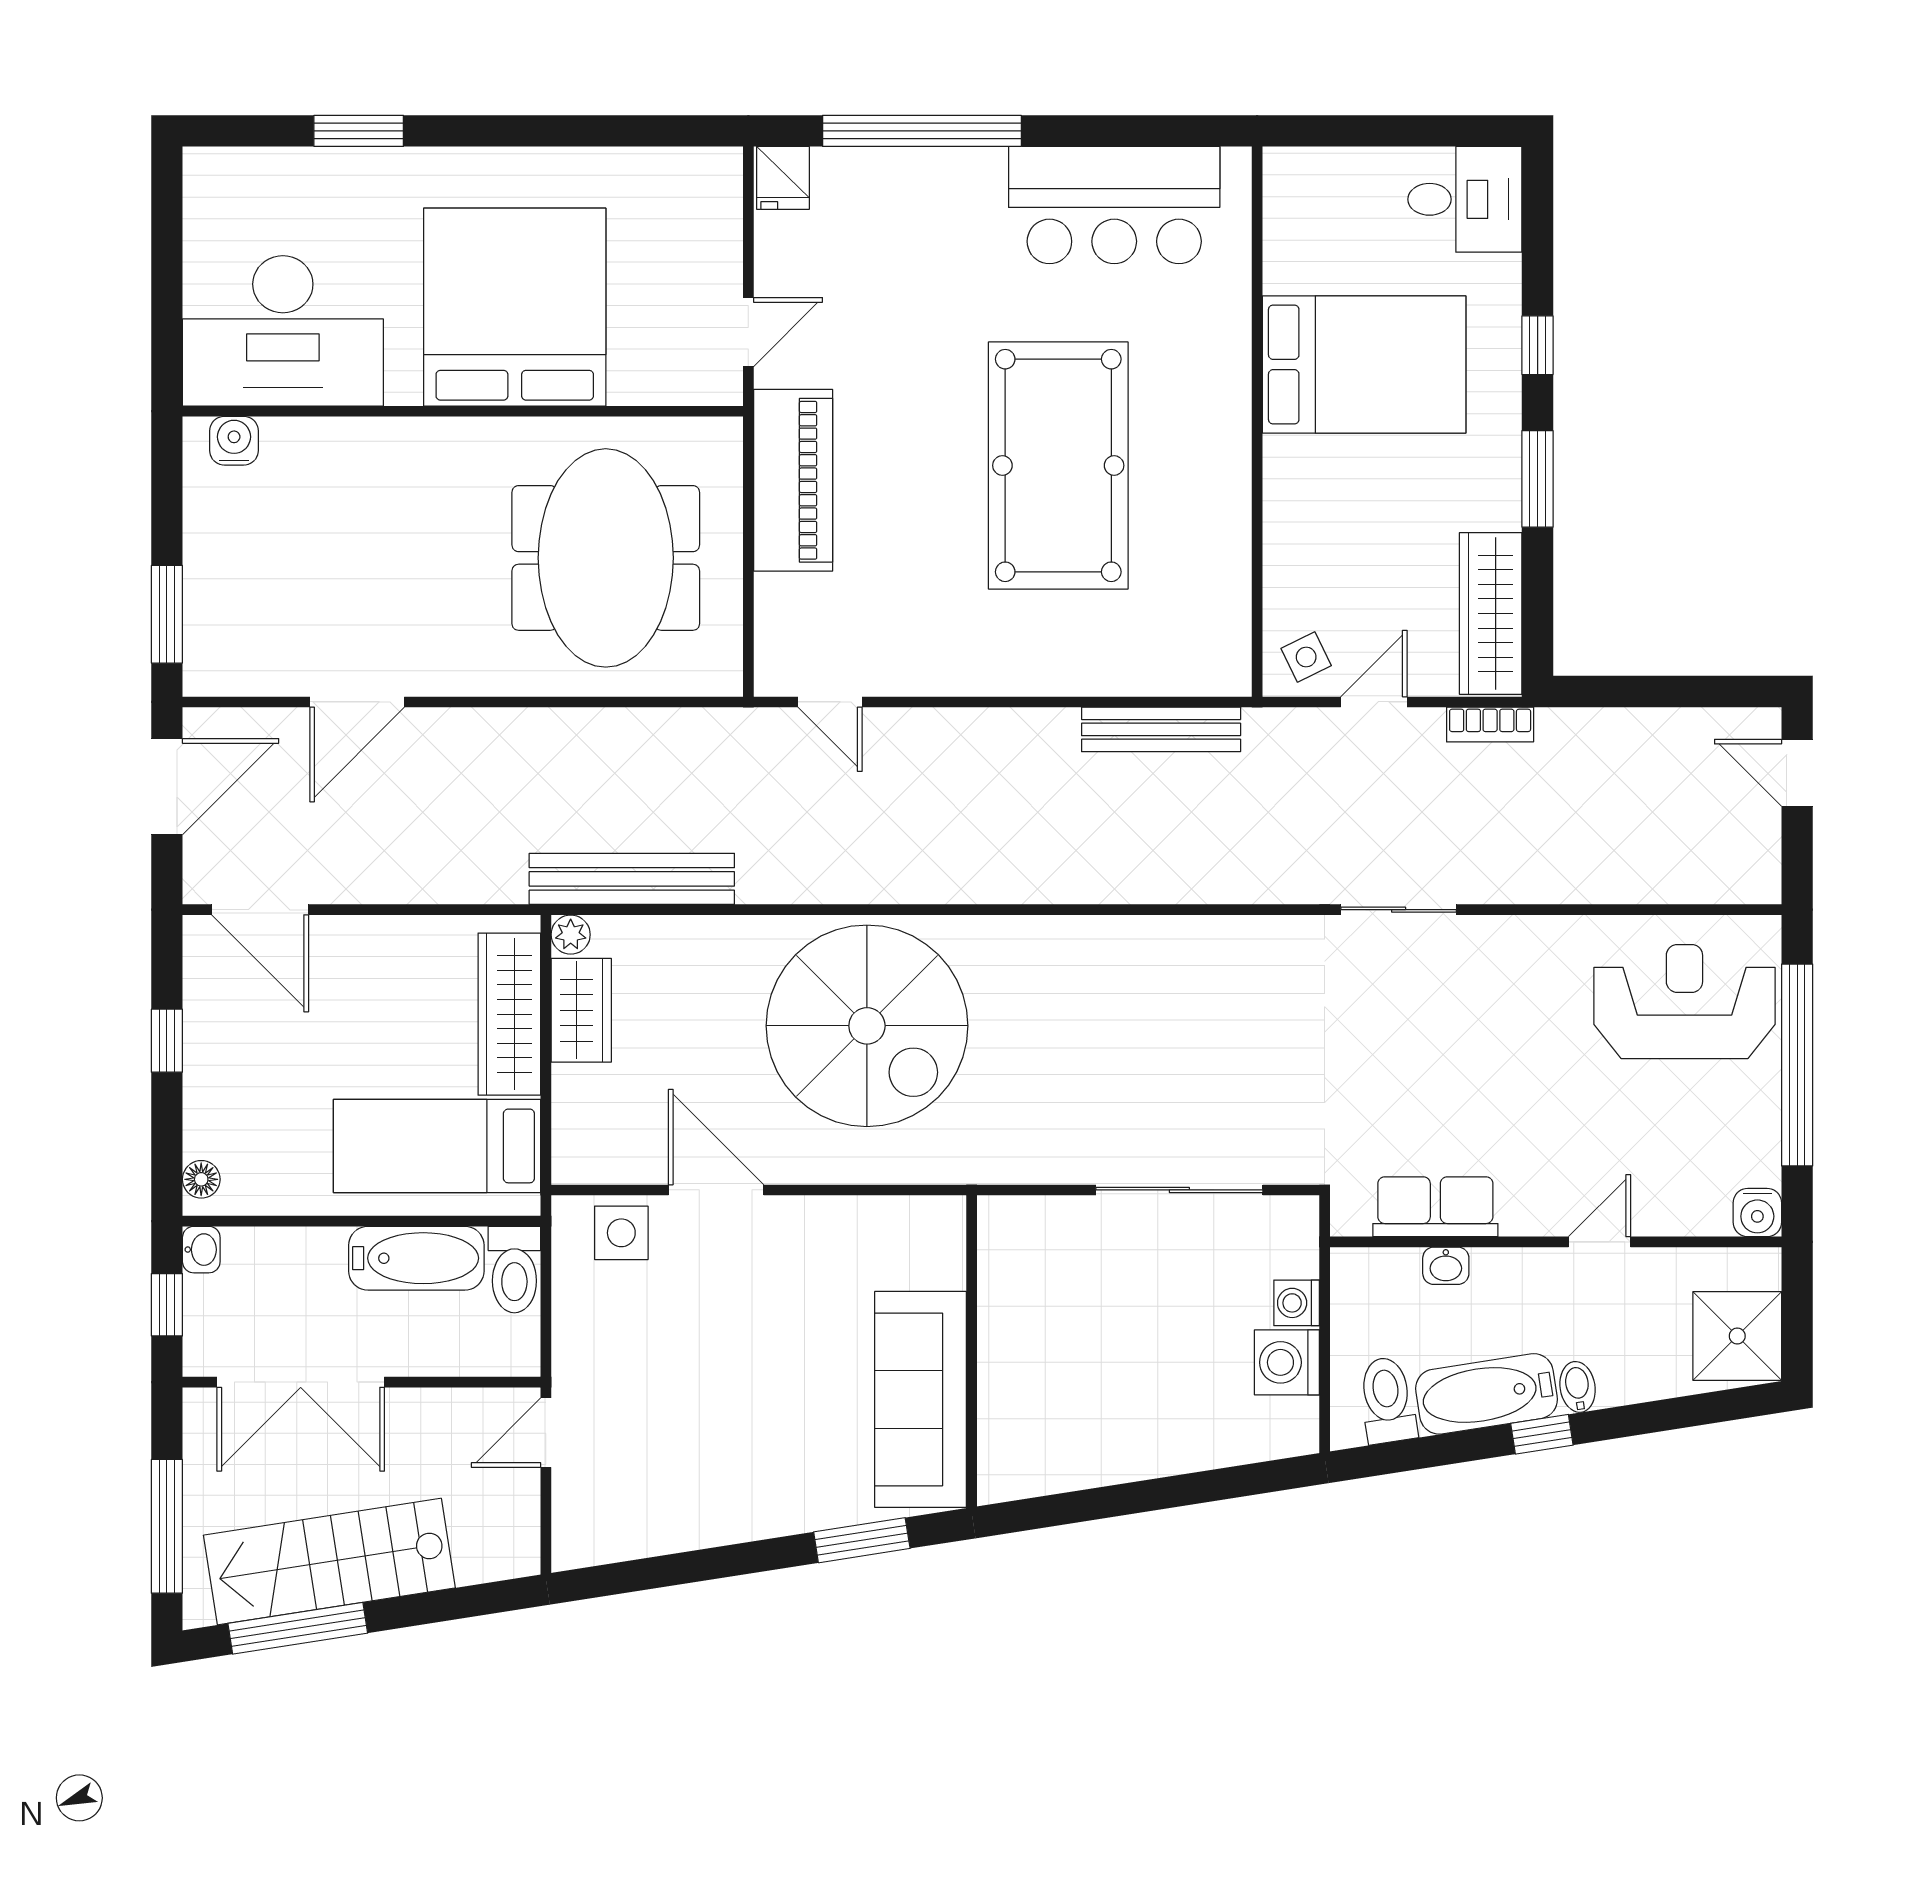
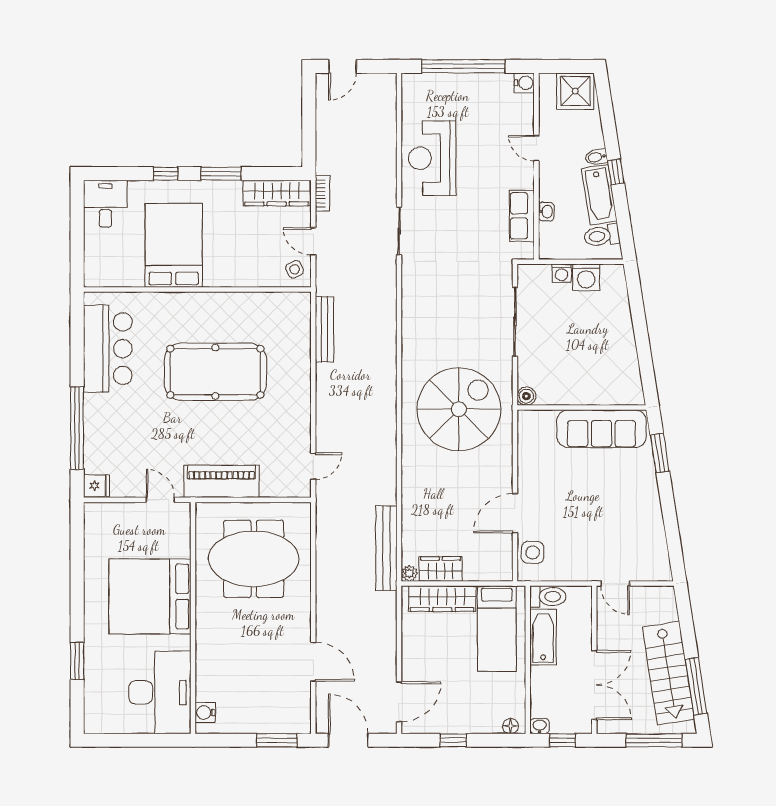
reception desk: (1684, 1002) -> (432, 158), moved
spiral stairs: (867, 1026) -> (459, 409), moved
boiler: (999, 1218) -> (526, 396), added

